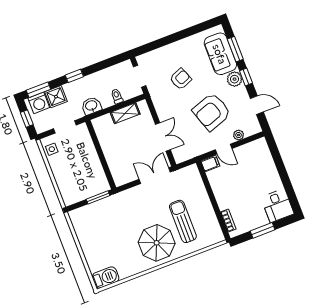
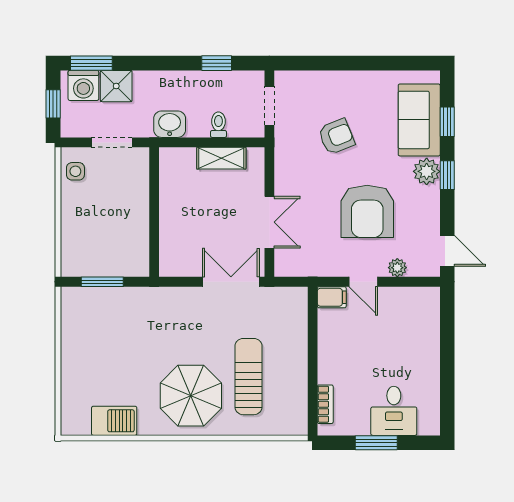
window: (235, 49) -> (447, 122), width x0.67
window: (74, 76) -> (217, 63), moved
door: (257, 105) -> (447, 251), moved
armchair: (212, 112) -> (367, 211), turned -71
window: (98, 197) -> (102, 282), moved
desk: (277, 206) -> (394, 411), moved
barbecue: (105, 278) -> (114, 421), moved

